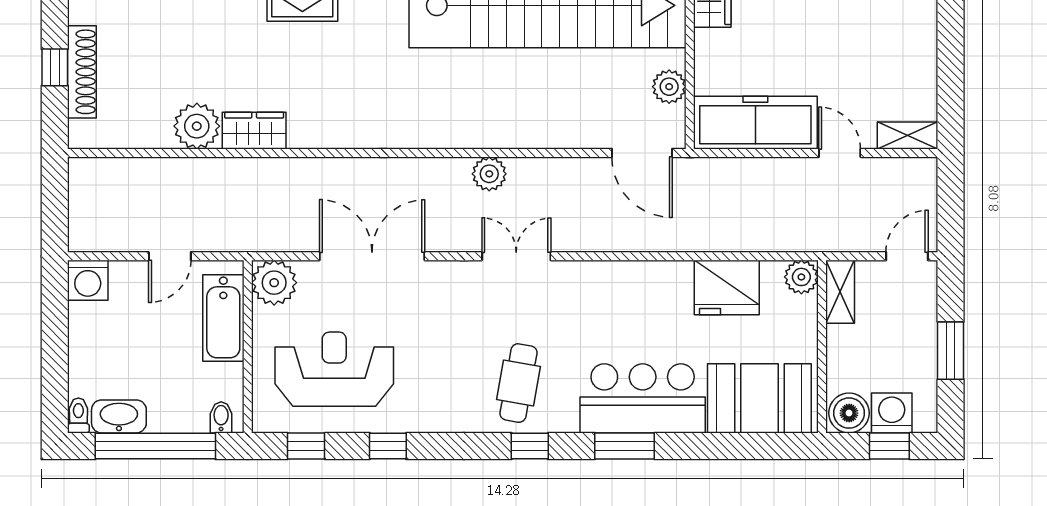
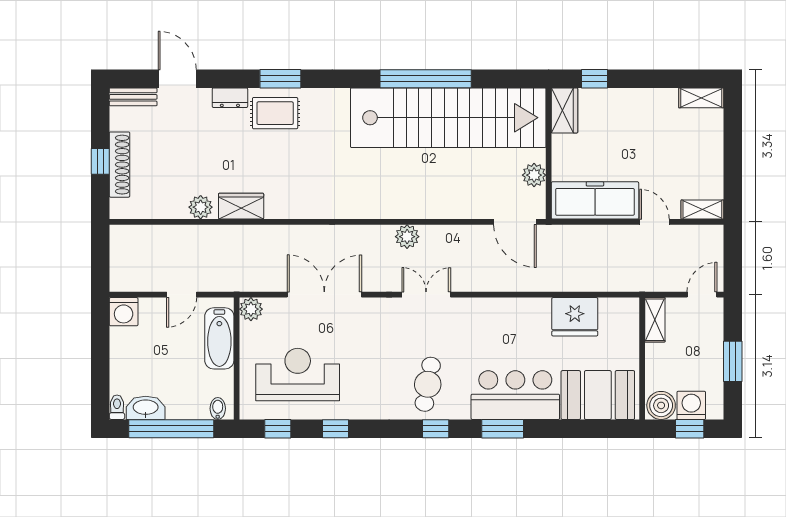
plant: (197, 126) -> (201, 207), width x0.73, depth x0.73
plant: (801, 277) -> (627, 309), removed
plant: (274, 283) -> (251, 309), width x0.73, depth x0.73

